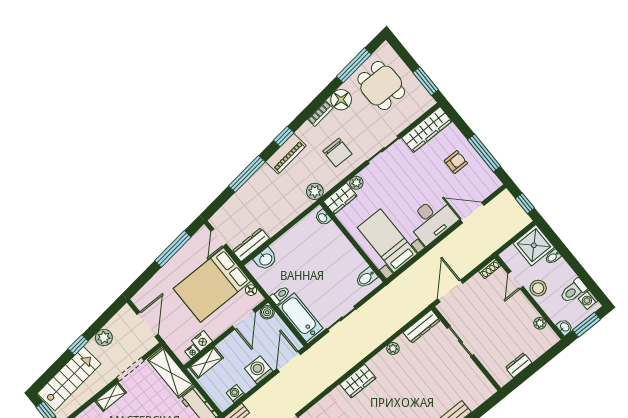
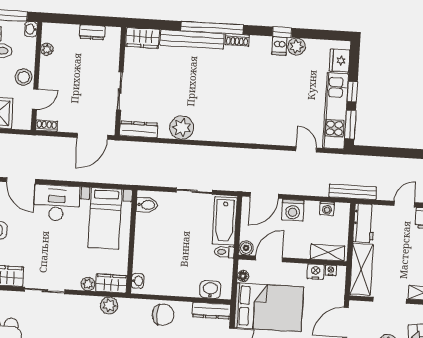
chair: (337, 153) -> (163, 315), moved, turned 90
plant: (315, 191) -> (109, 305), moved
plant: (393, 348) -> (182, 128), width x1.88, depth x1.88
wardrobe: (358, 381) -> (143, 38), moved, turned 180

